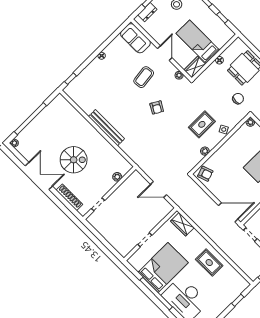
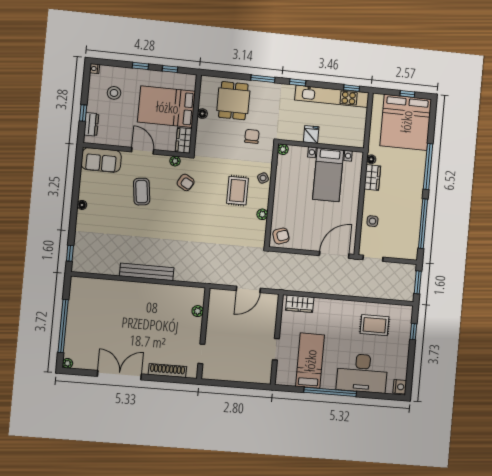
bed: (198, 42) -> (167, 107), width x1.50
armchair: (157, 107) -> (186, 182), moved
spiral stairs: (74, 160) -> (141, 330), removed
rug: (209, 263) -> (375, 325), moved
bed: (163, 267) -> (310, 361), width x0.67

